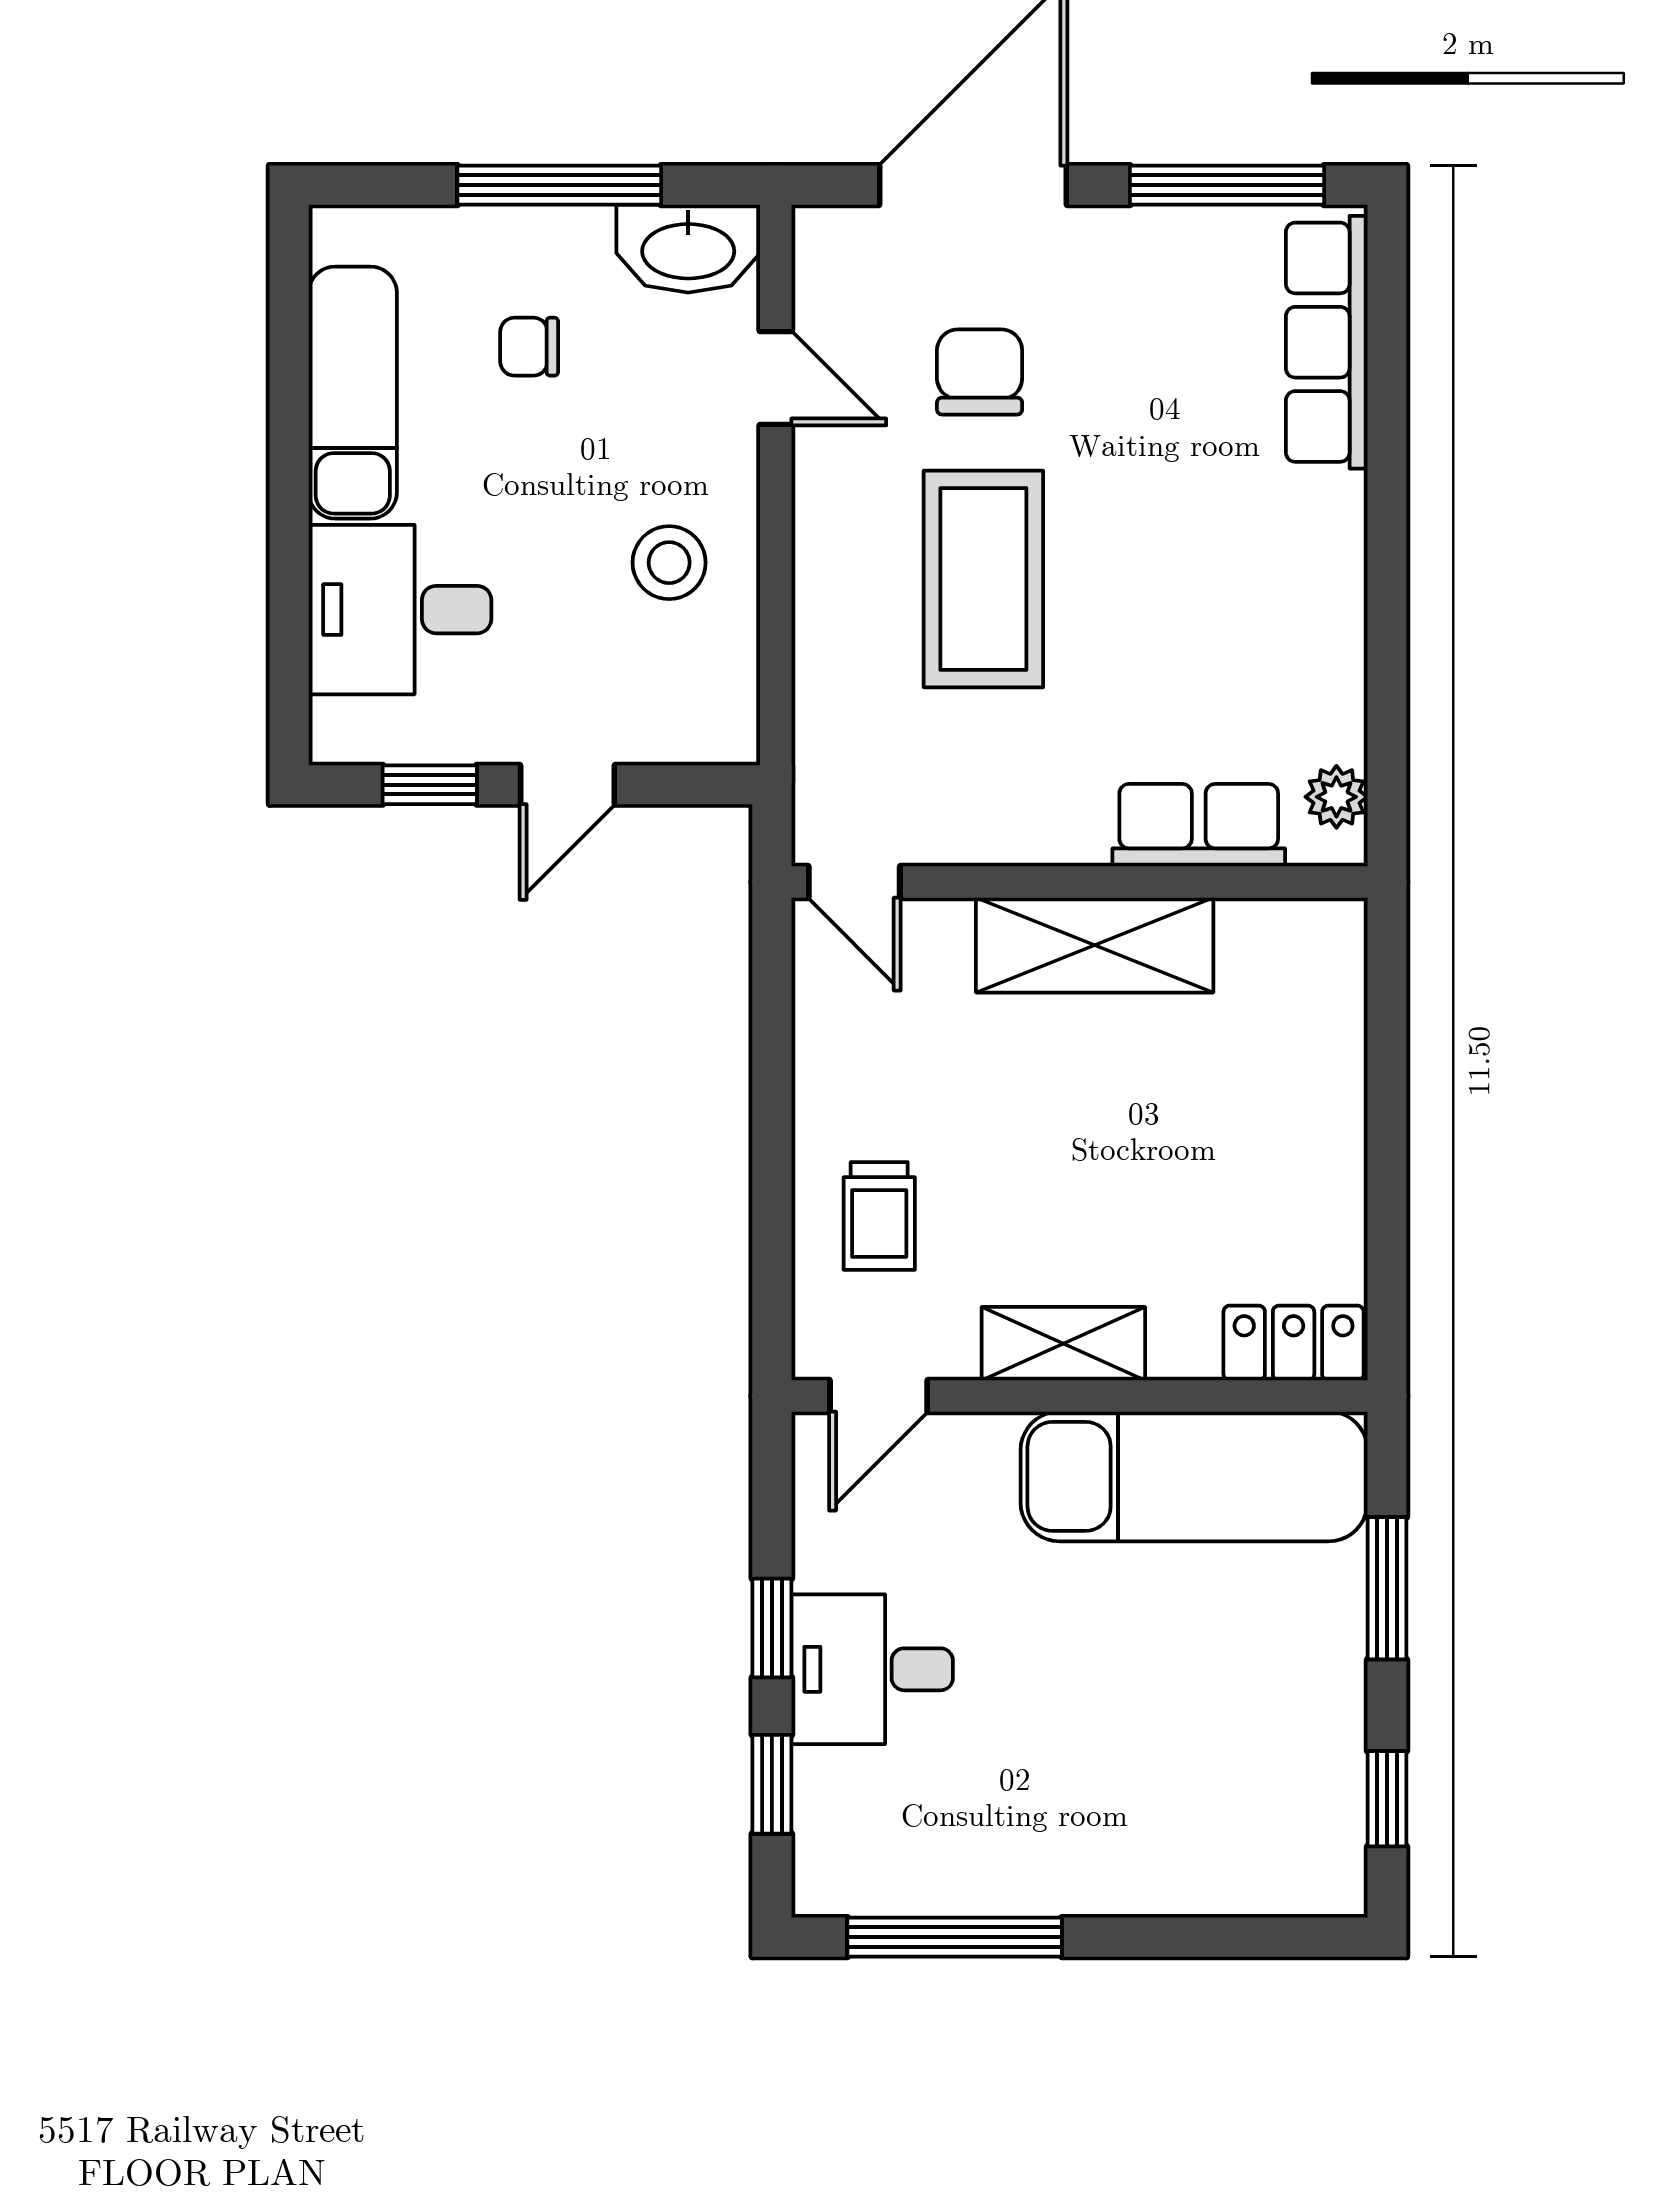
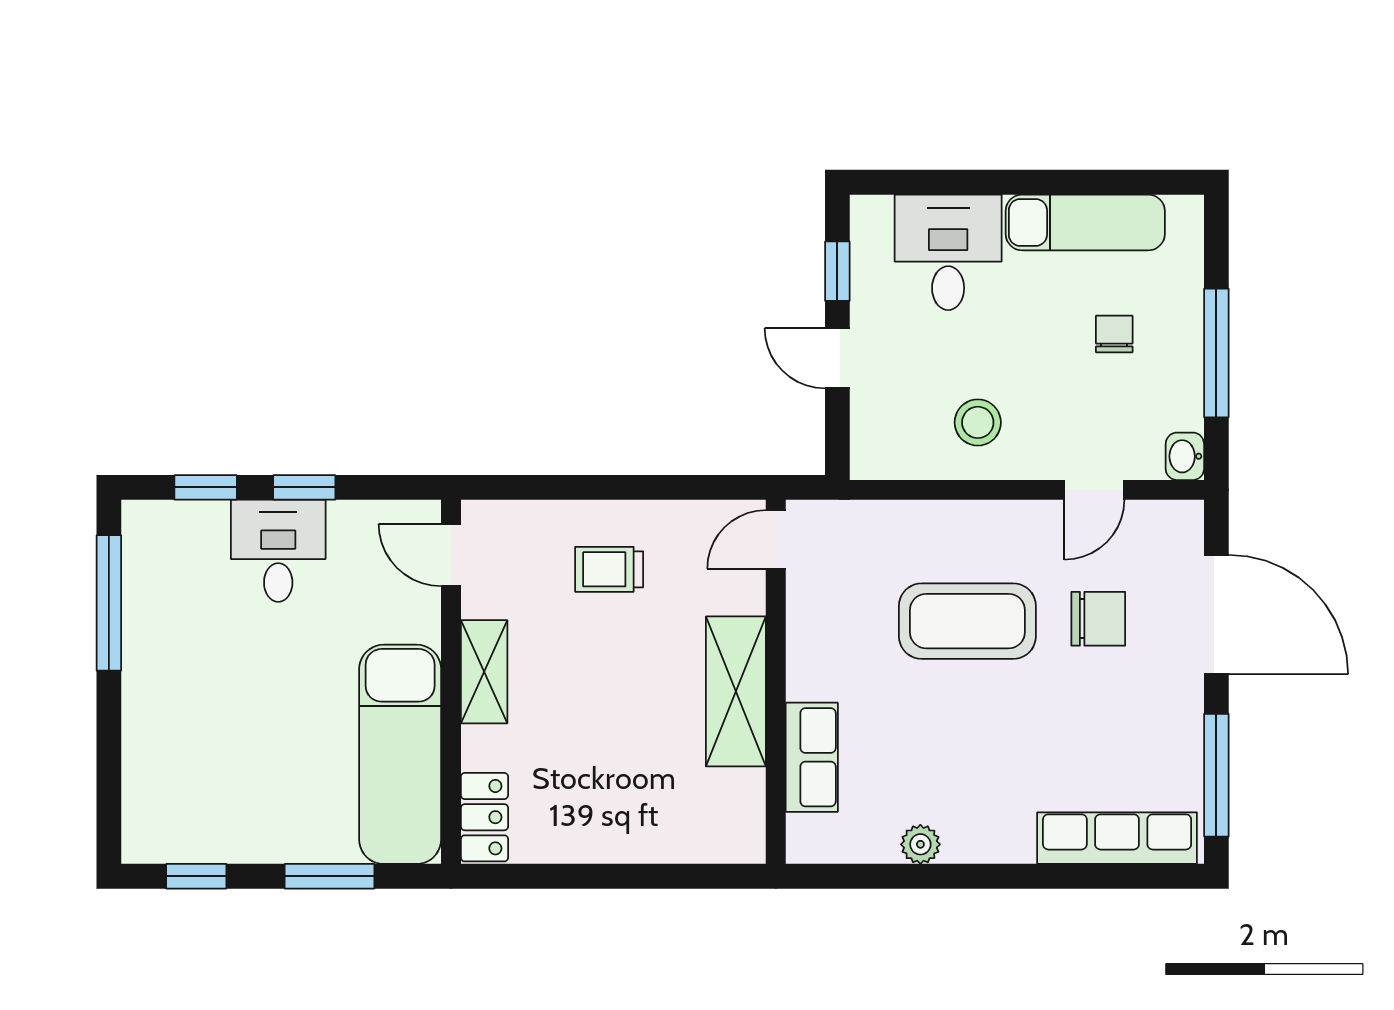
washbasin: (688, 249) -> (1185, 456), width x0.52, depth x0.69
plant: (1336, 797) -> (920, 844), moved
trolley: (879, 1216) -> (609, 569), moved

